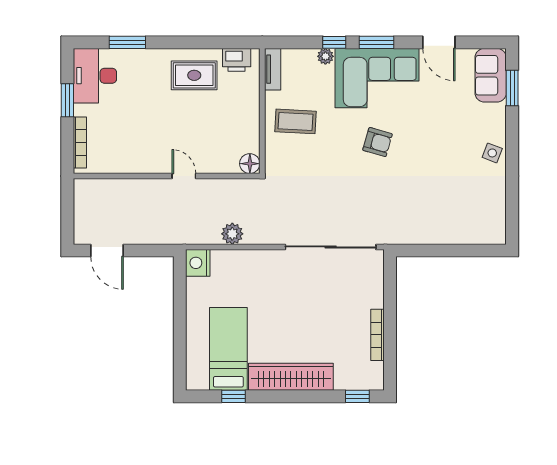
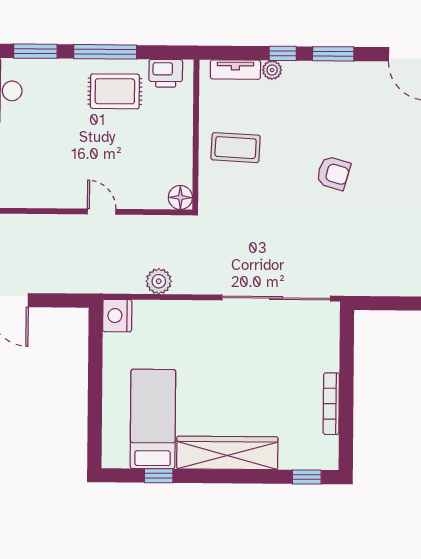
window: (186, 42) -> (105, 52), added
tv unit: (273, 69) -> (235, 70), moved, turned 90
corner sofa: (377, 78) -> (333, 97), removed

